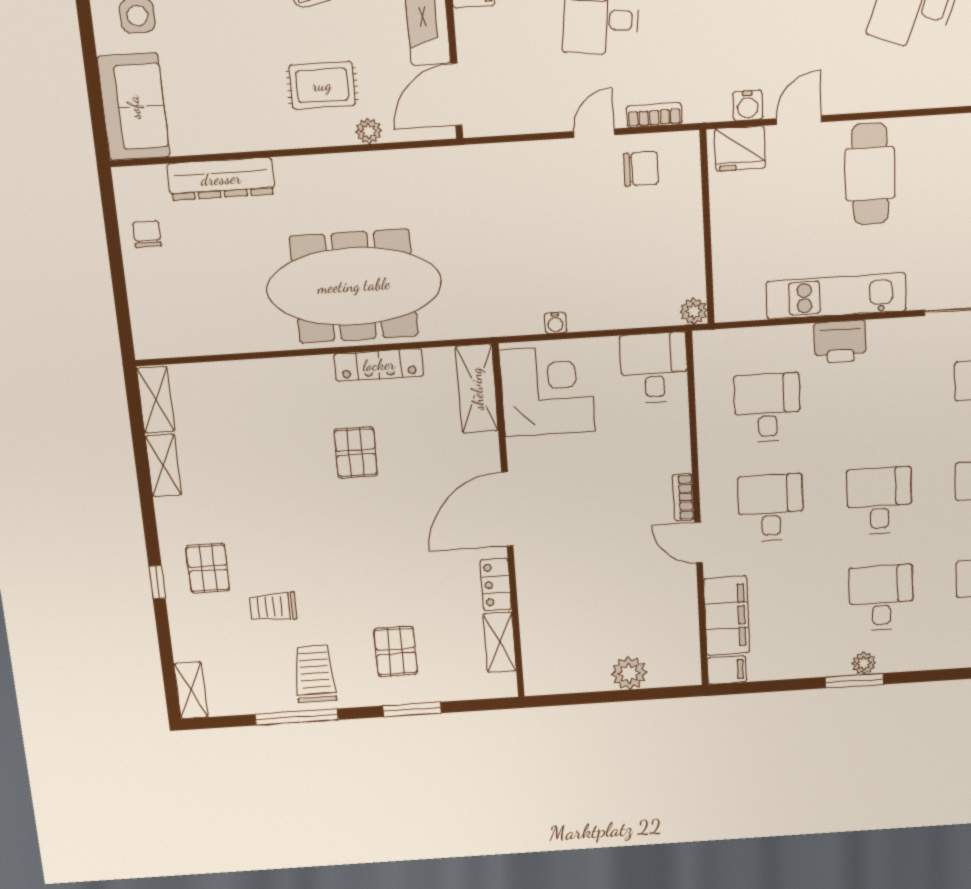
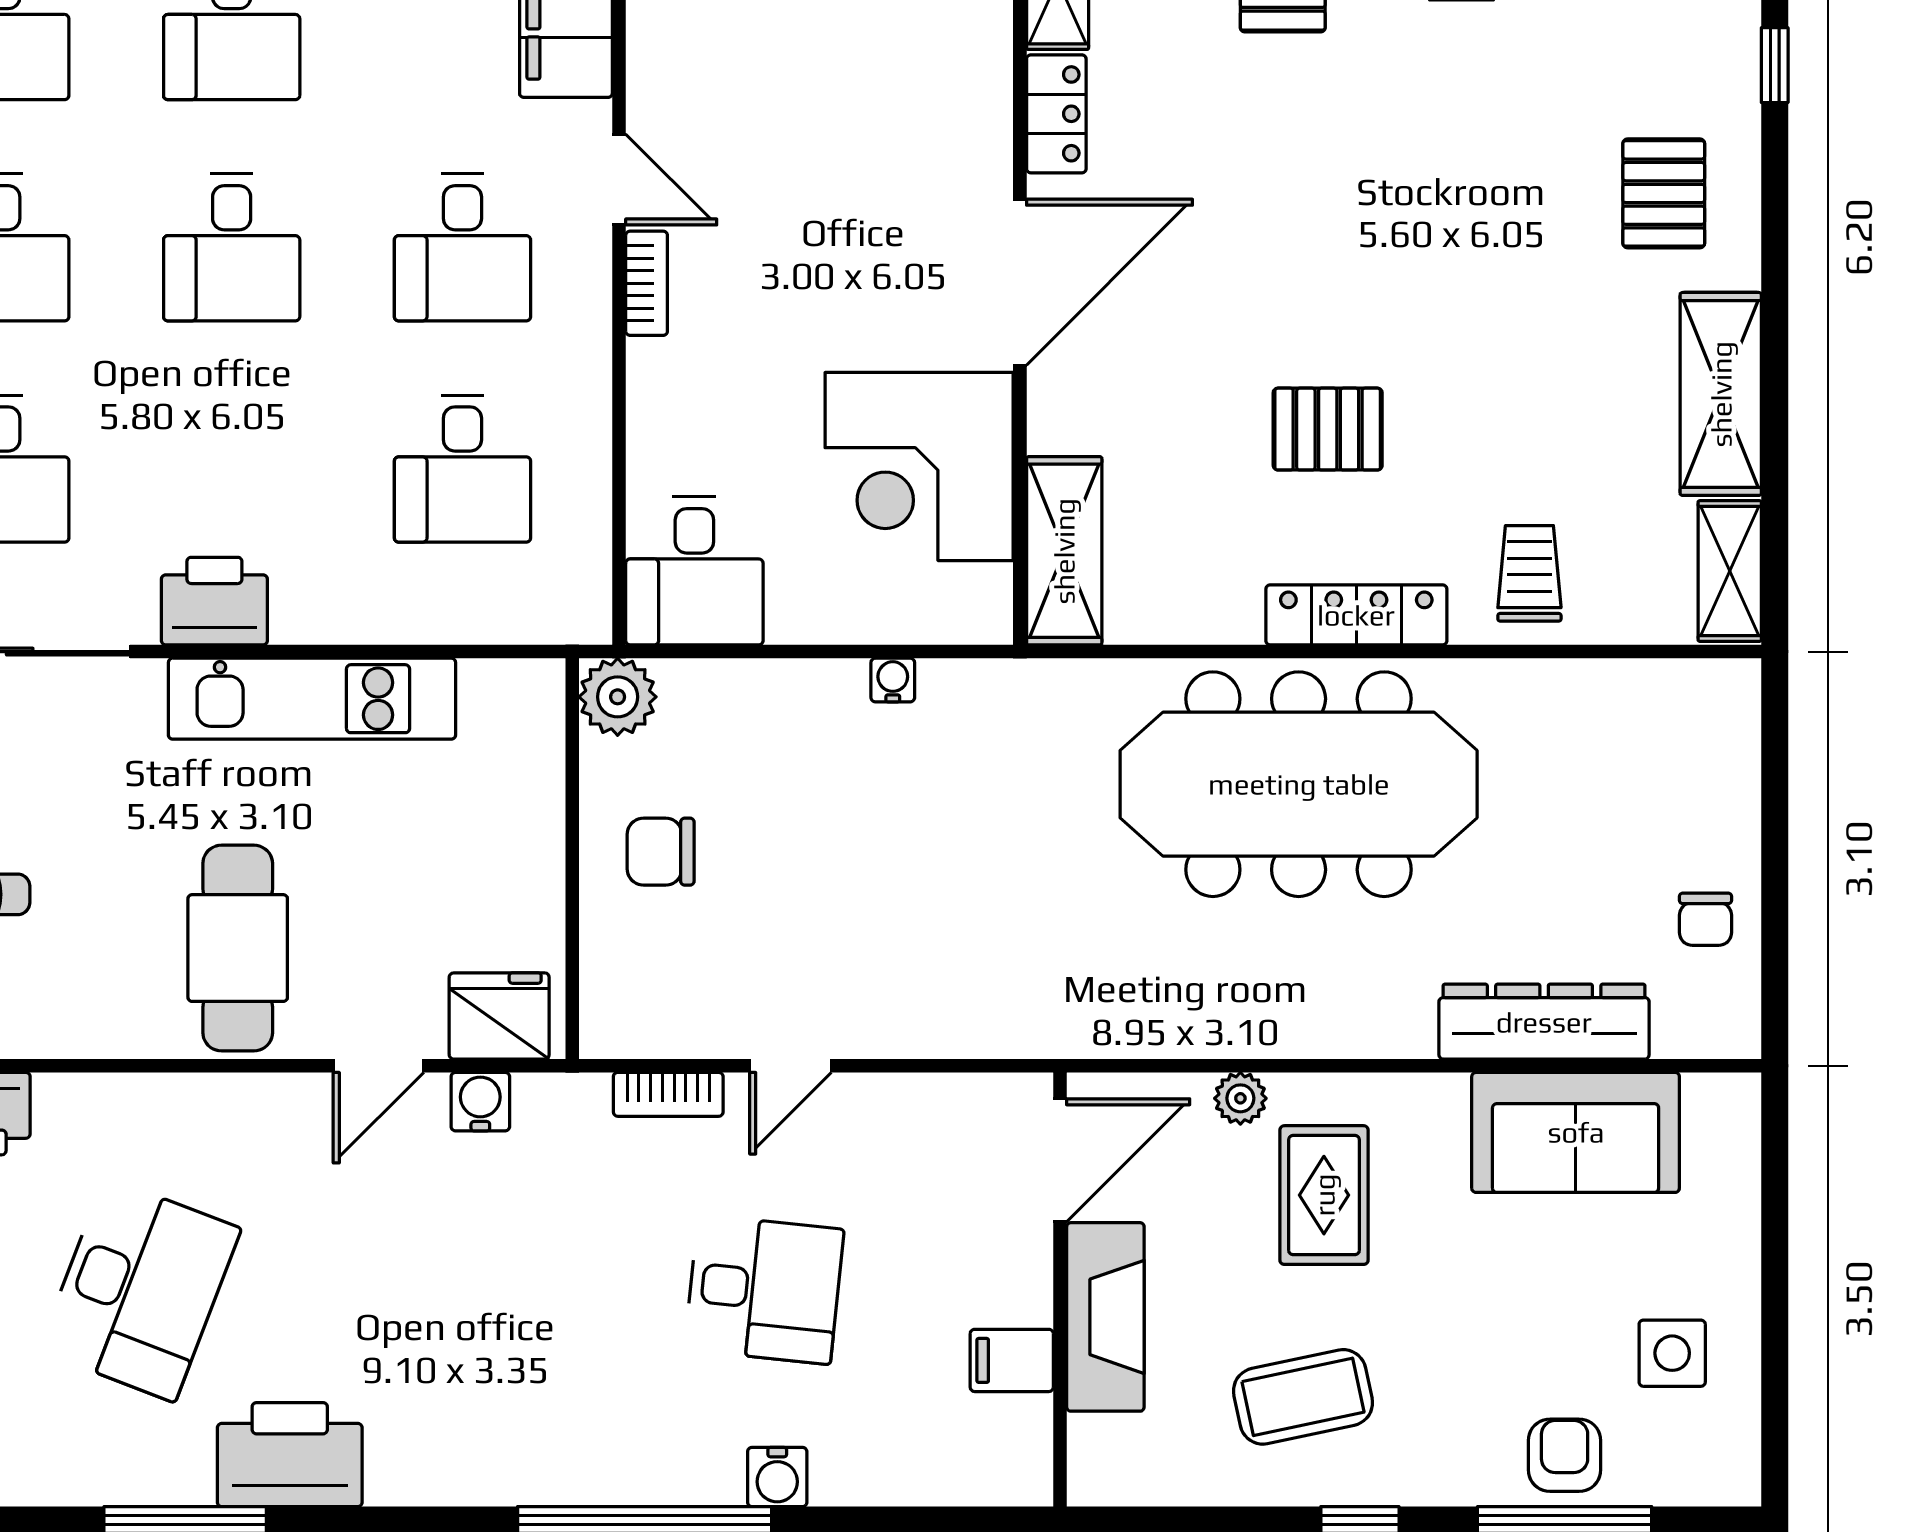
rug: (322, 85) -> (1324, 1195), turned 90
sofa: (134, 107) -> (1576, 1132), moved, turned -90
chair: (641, 169) -> (661, 852), moved
plant: (694, 311) -> (618, 697), width x1.38, depth x1.38
printer: (840, 342) -> (214, 601), moved
locker: (379, 365) -> (1356, 615), moved
corner desk: (547, 391) -> (919, 466), moved
pallet: (356, 453) -> (1328, 429), turned 90
shelving: (163, 466) -> (1721, 394), width x1.50, depth x1.33
window: (157, 582) -> (1775, 65), moved
trolley: (273, 607) -> (1529, 573), moved, turned -90

